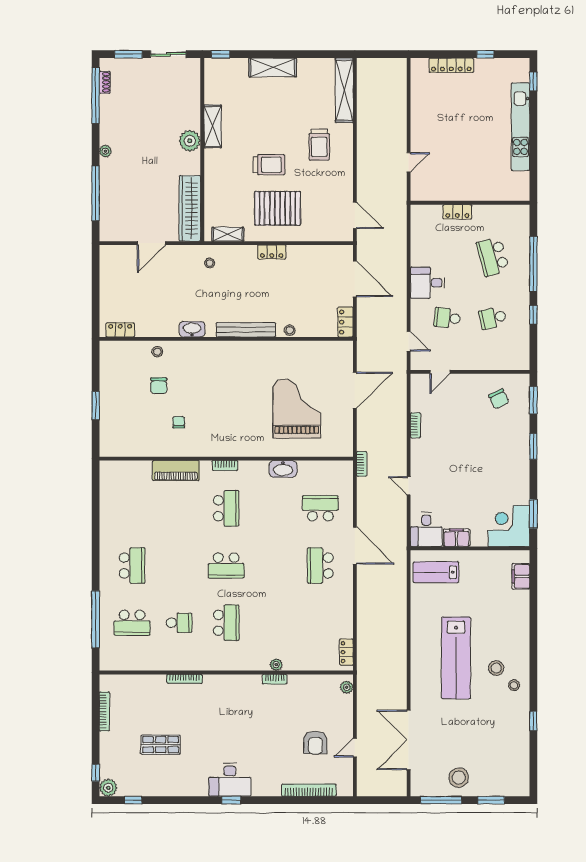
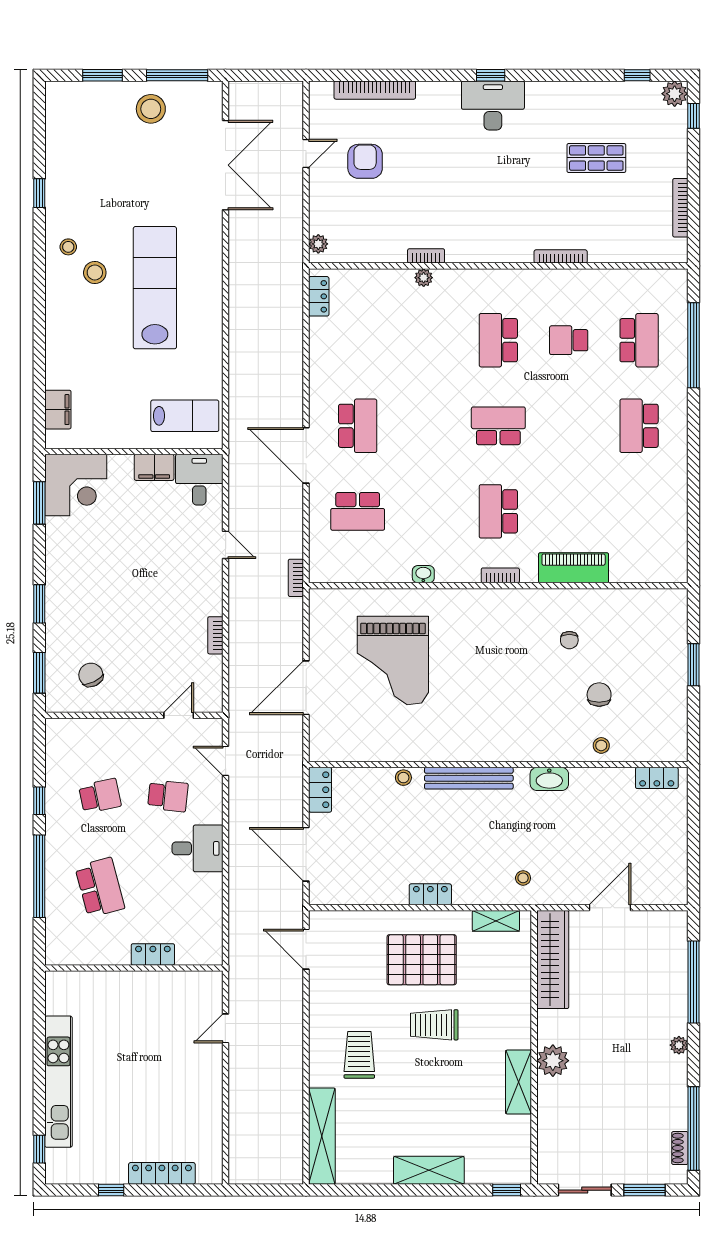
washbasin: (283, 469) -> (423, 574), width x0.52, depth x0.69
school desk: (132, 623) -> (639, 340), turned 90

